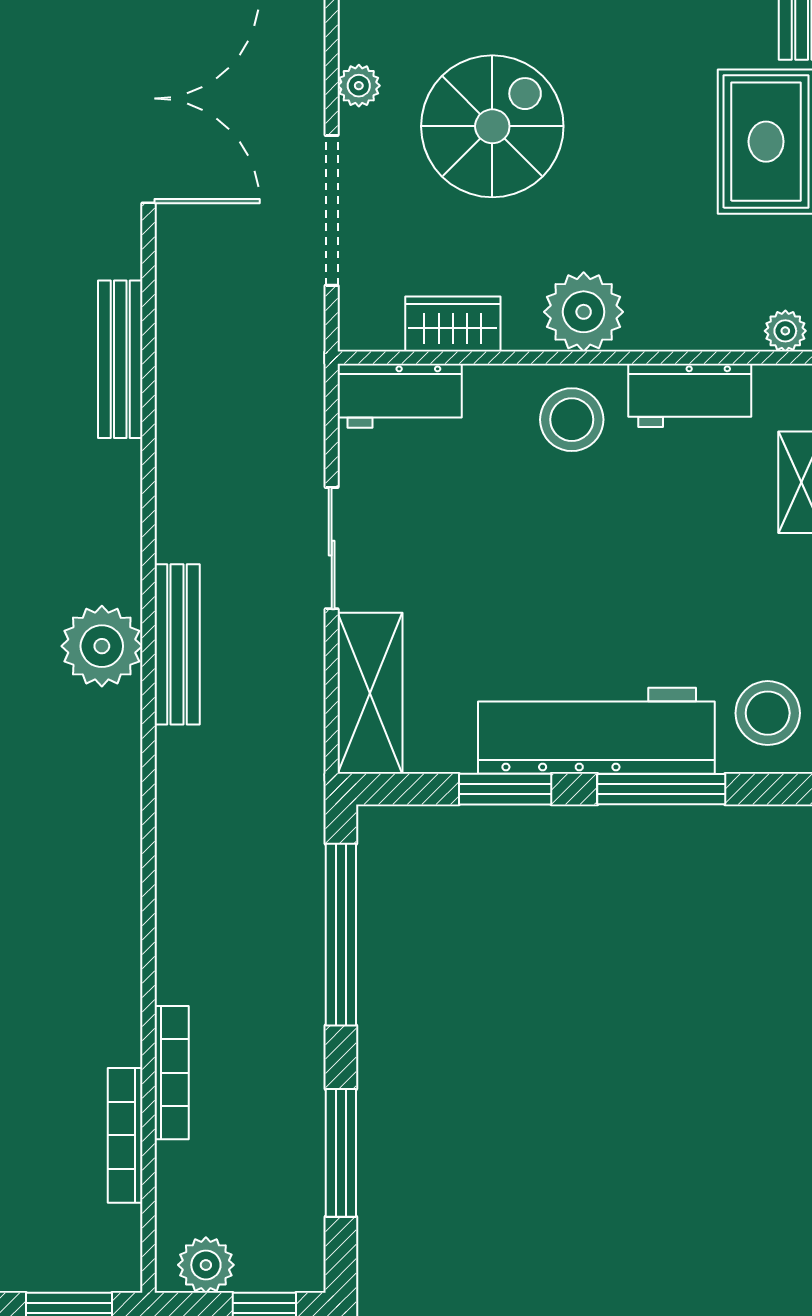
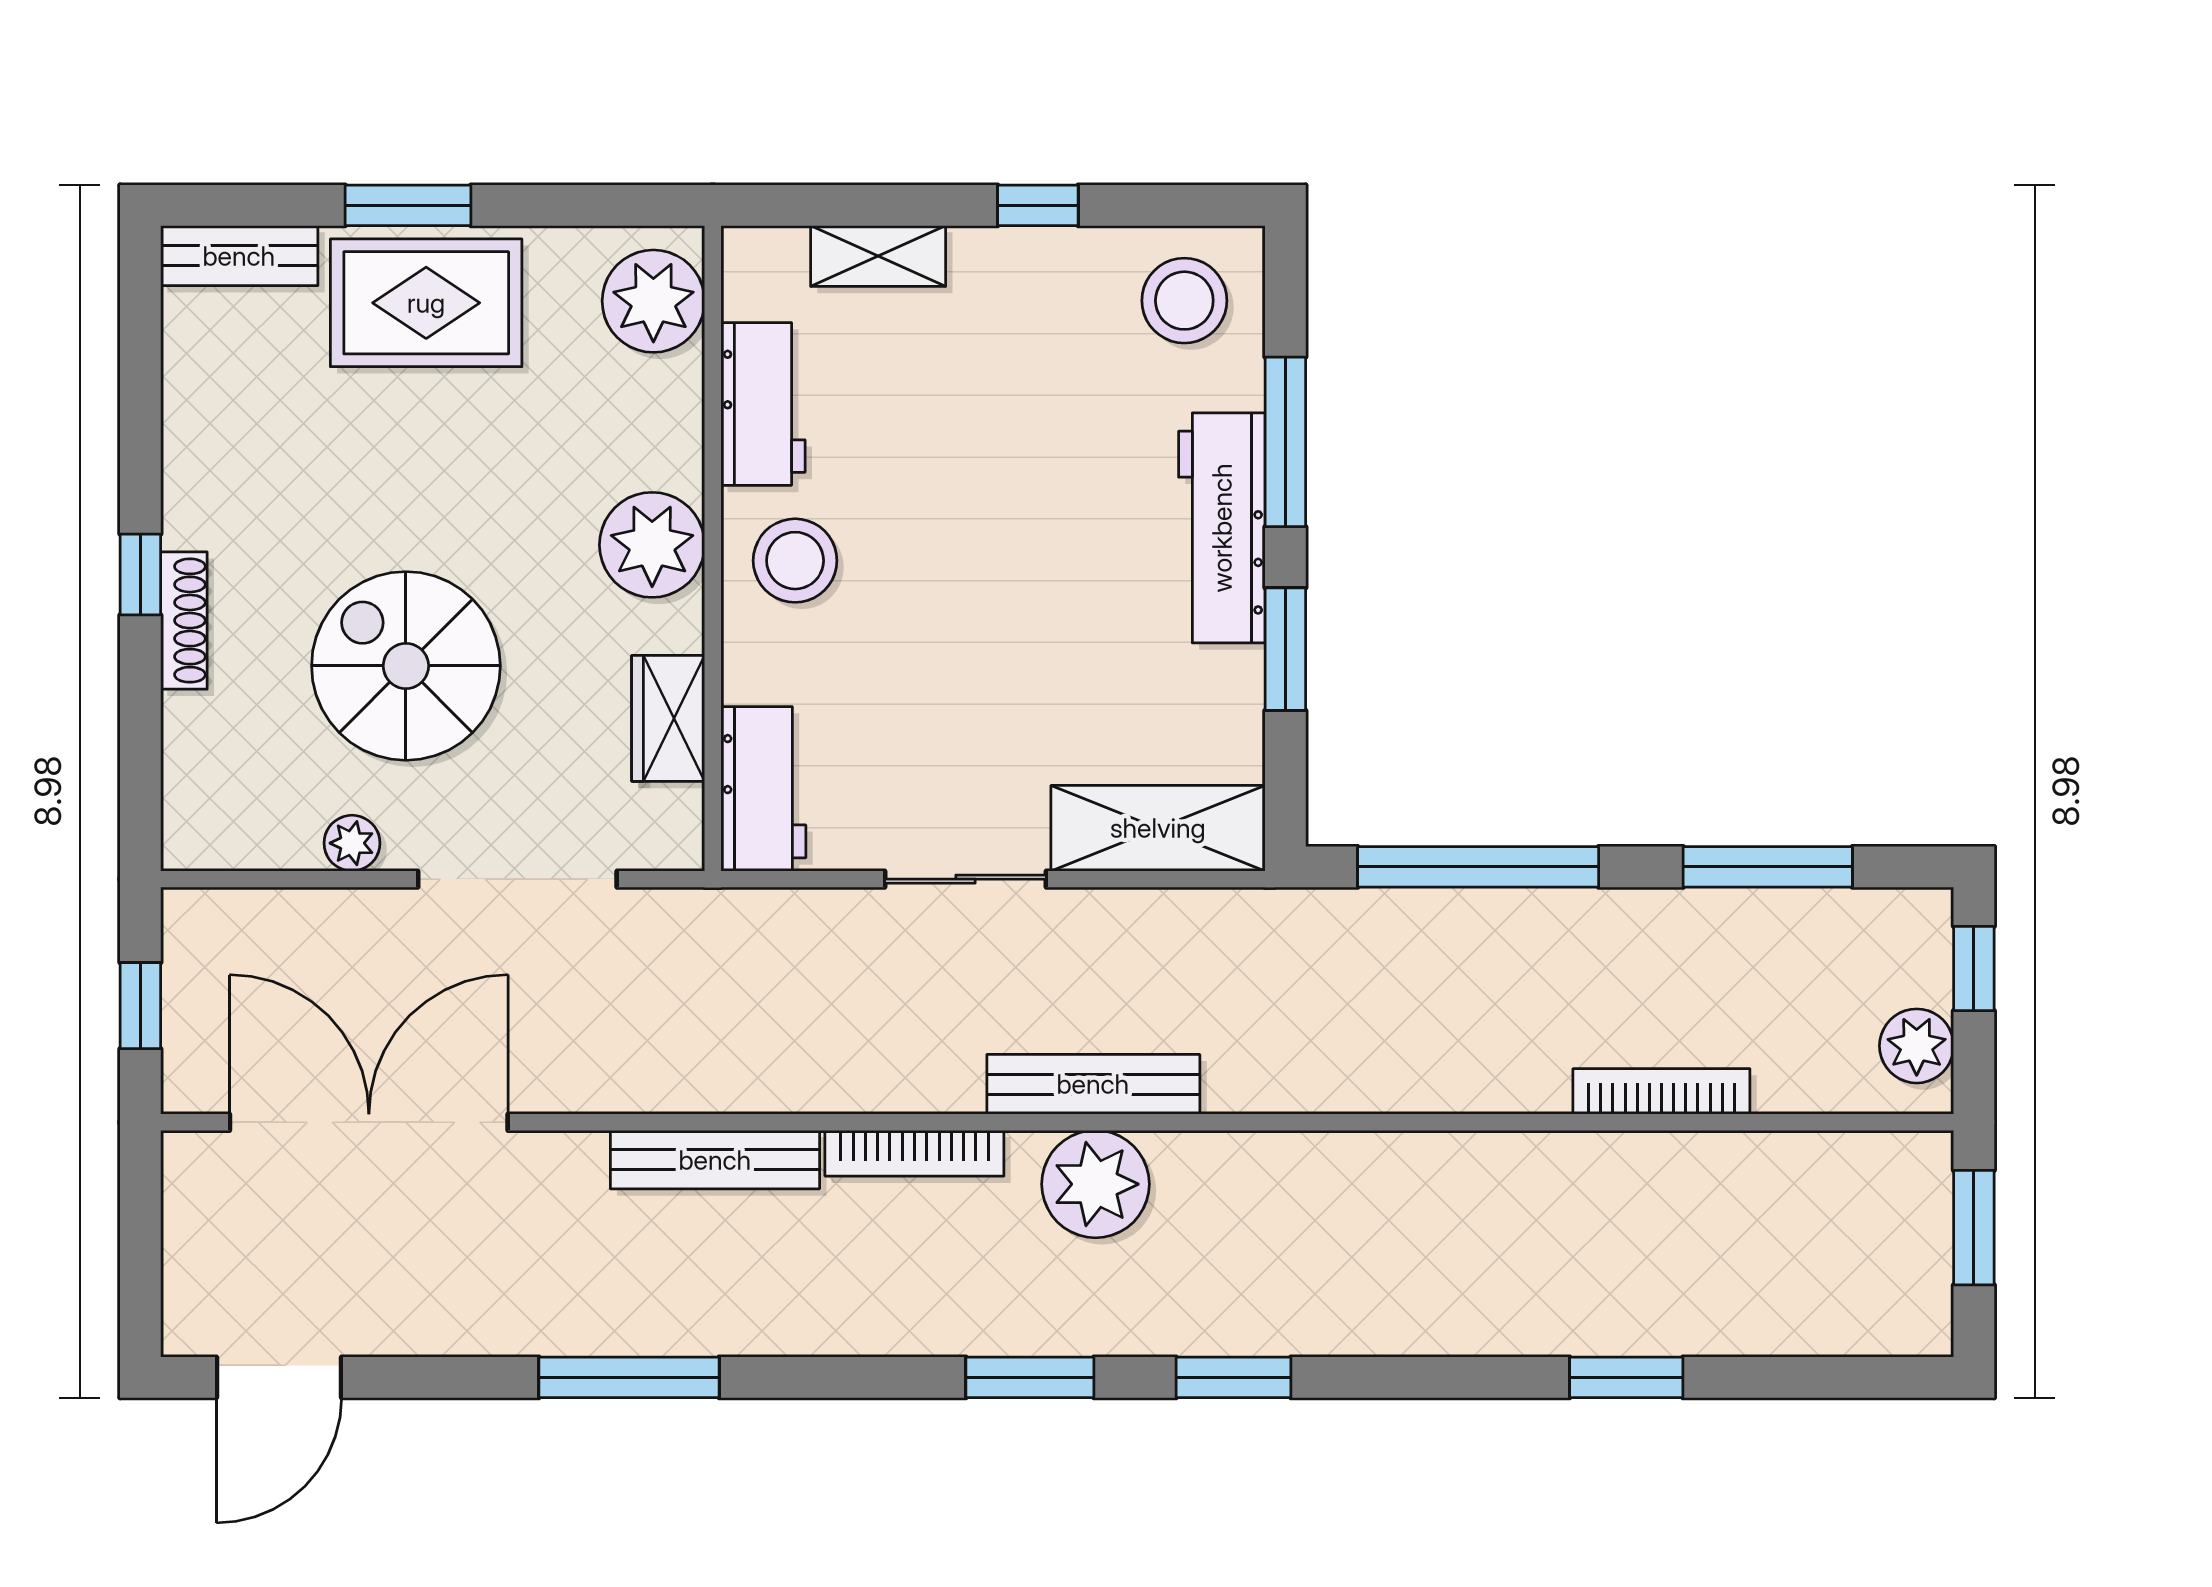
plant: (785, 331) -> (653, 301), width x1.87, depth x1.87
workbench: (596, 731) -> (1222, 528), width x0.73, depth x0.76
bookcase: (125, 1135) -> (914, 1153), moved

